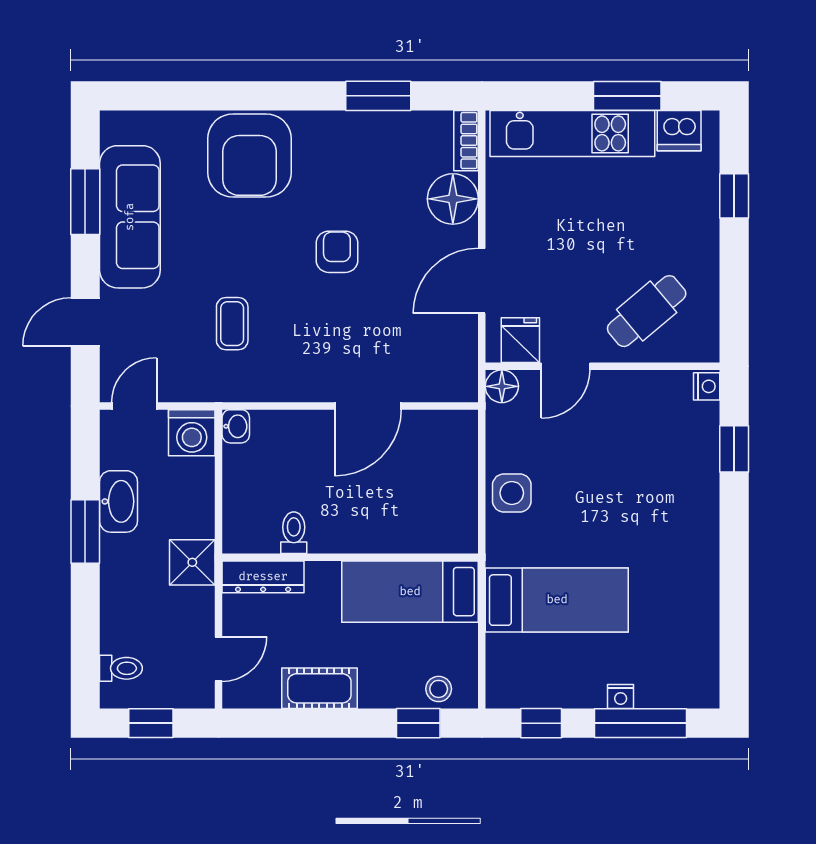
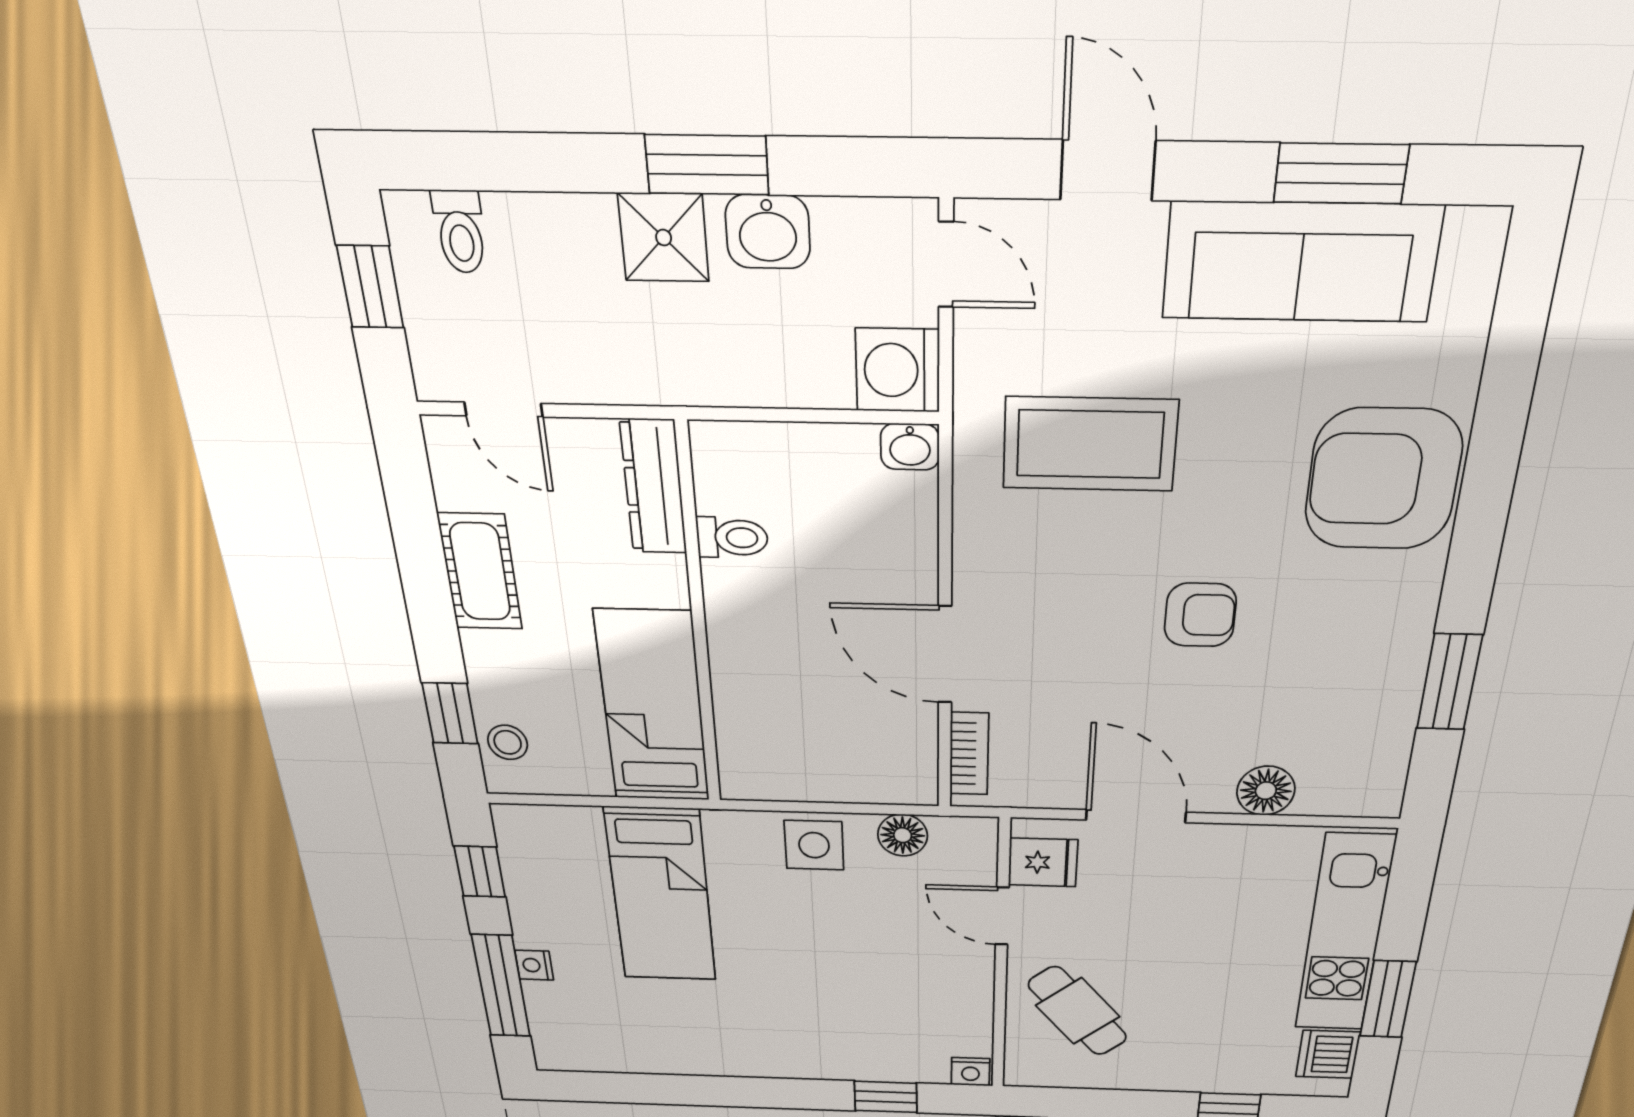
bookcase: (466, 141) -> (969, 754), moved, turned 90
floor lamp: (453, 199) -> (1266, 791), width x0.73, depth x0.73
coffee table: (232, 324) -> (1090, 444), width x1.86, depth x1.72
floor lamp: (502, 386) -> (903, 835), moved
washbasin: (119, 501) -> (768, 232), width x0.72
shower: (192, 562) -> (664, 238), moved

